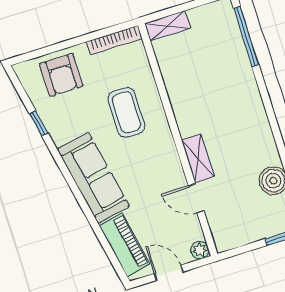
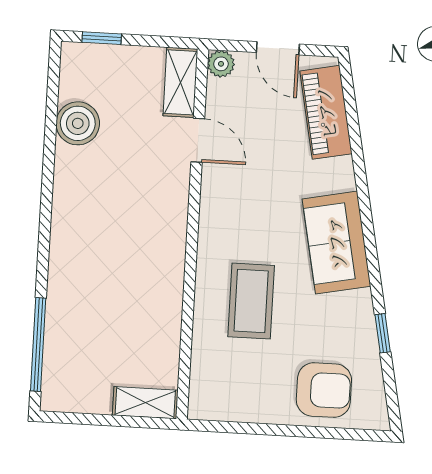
bookcase: (114, 40) -> (229, 411), removed
armchair: (61, 75) -> (324, 390), turned 90
shelving: (198, 158) -> (180, 82), moved
sofa: (93, 178) -> (336, 243), width x0.73

